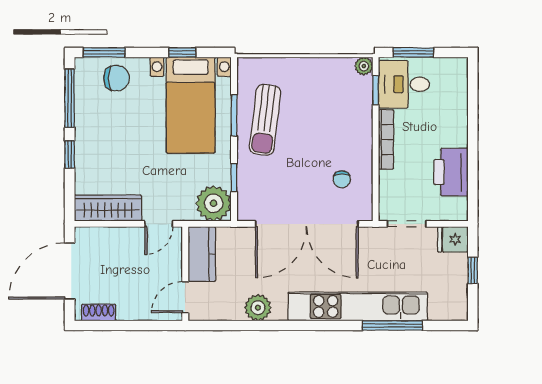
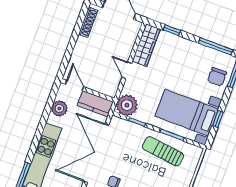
window: (70, 154) -> (172, 30), moved
kitchen counter: (202, 254) -> (95, 104), moved
wall: (185, 274) -> (88, 90), moved
door: (185, 297) -> (75, 85), moved
shoe rack: (99, 313) -> (88, 22), width x1.43

